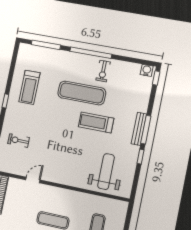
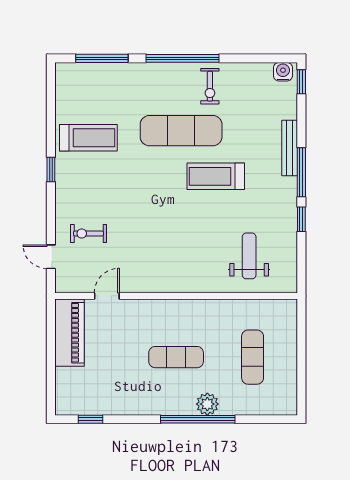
treadmill: (29, 87) -> (88, 138), turned -90
bench: (139, 129) -> (290, 148), moved
weight bench: (106, 172) -> (249, 256), width x0.73, depth x0.75
door: (33, 180) -> (107, 296), moved

